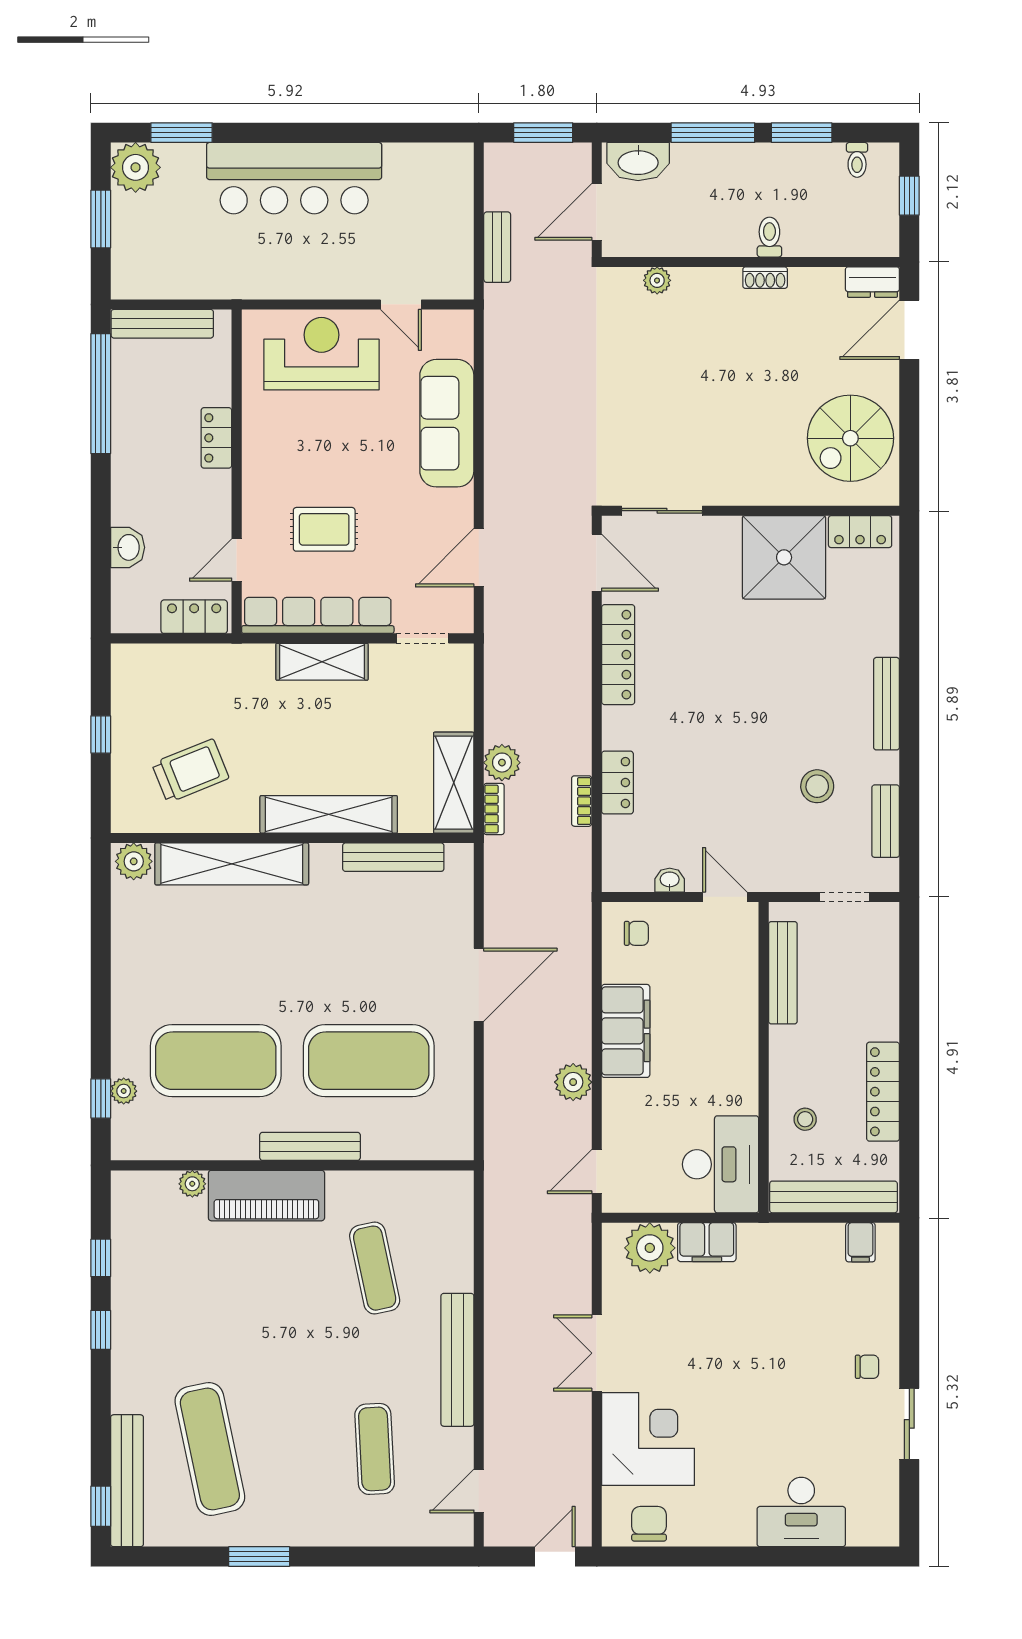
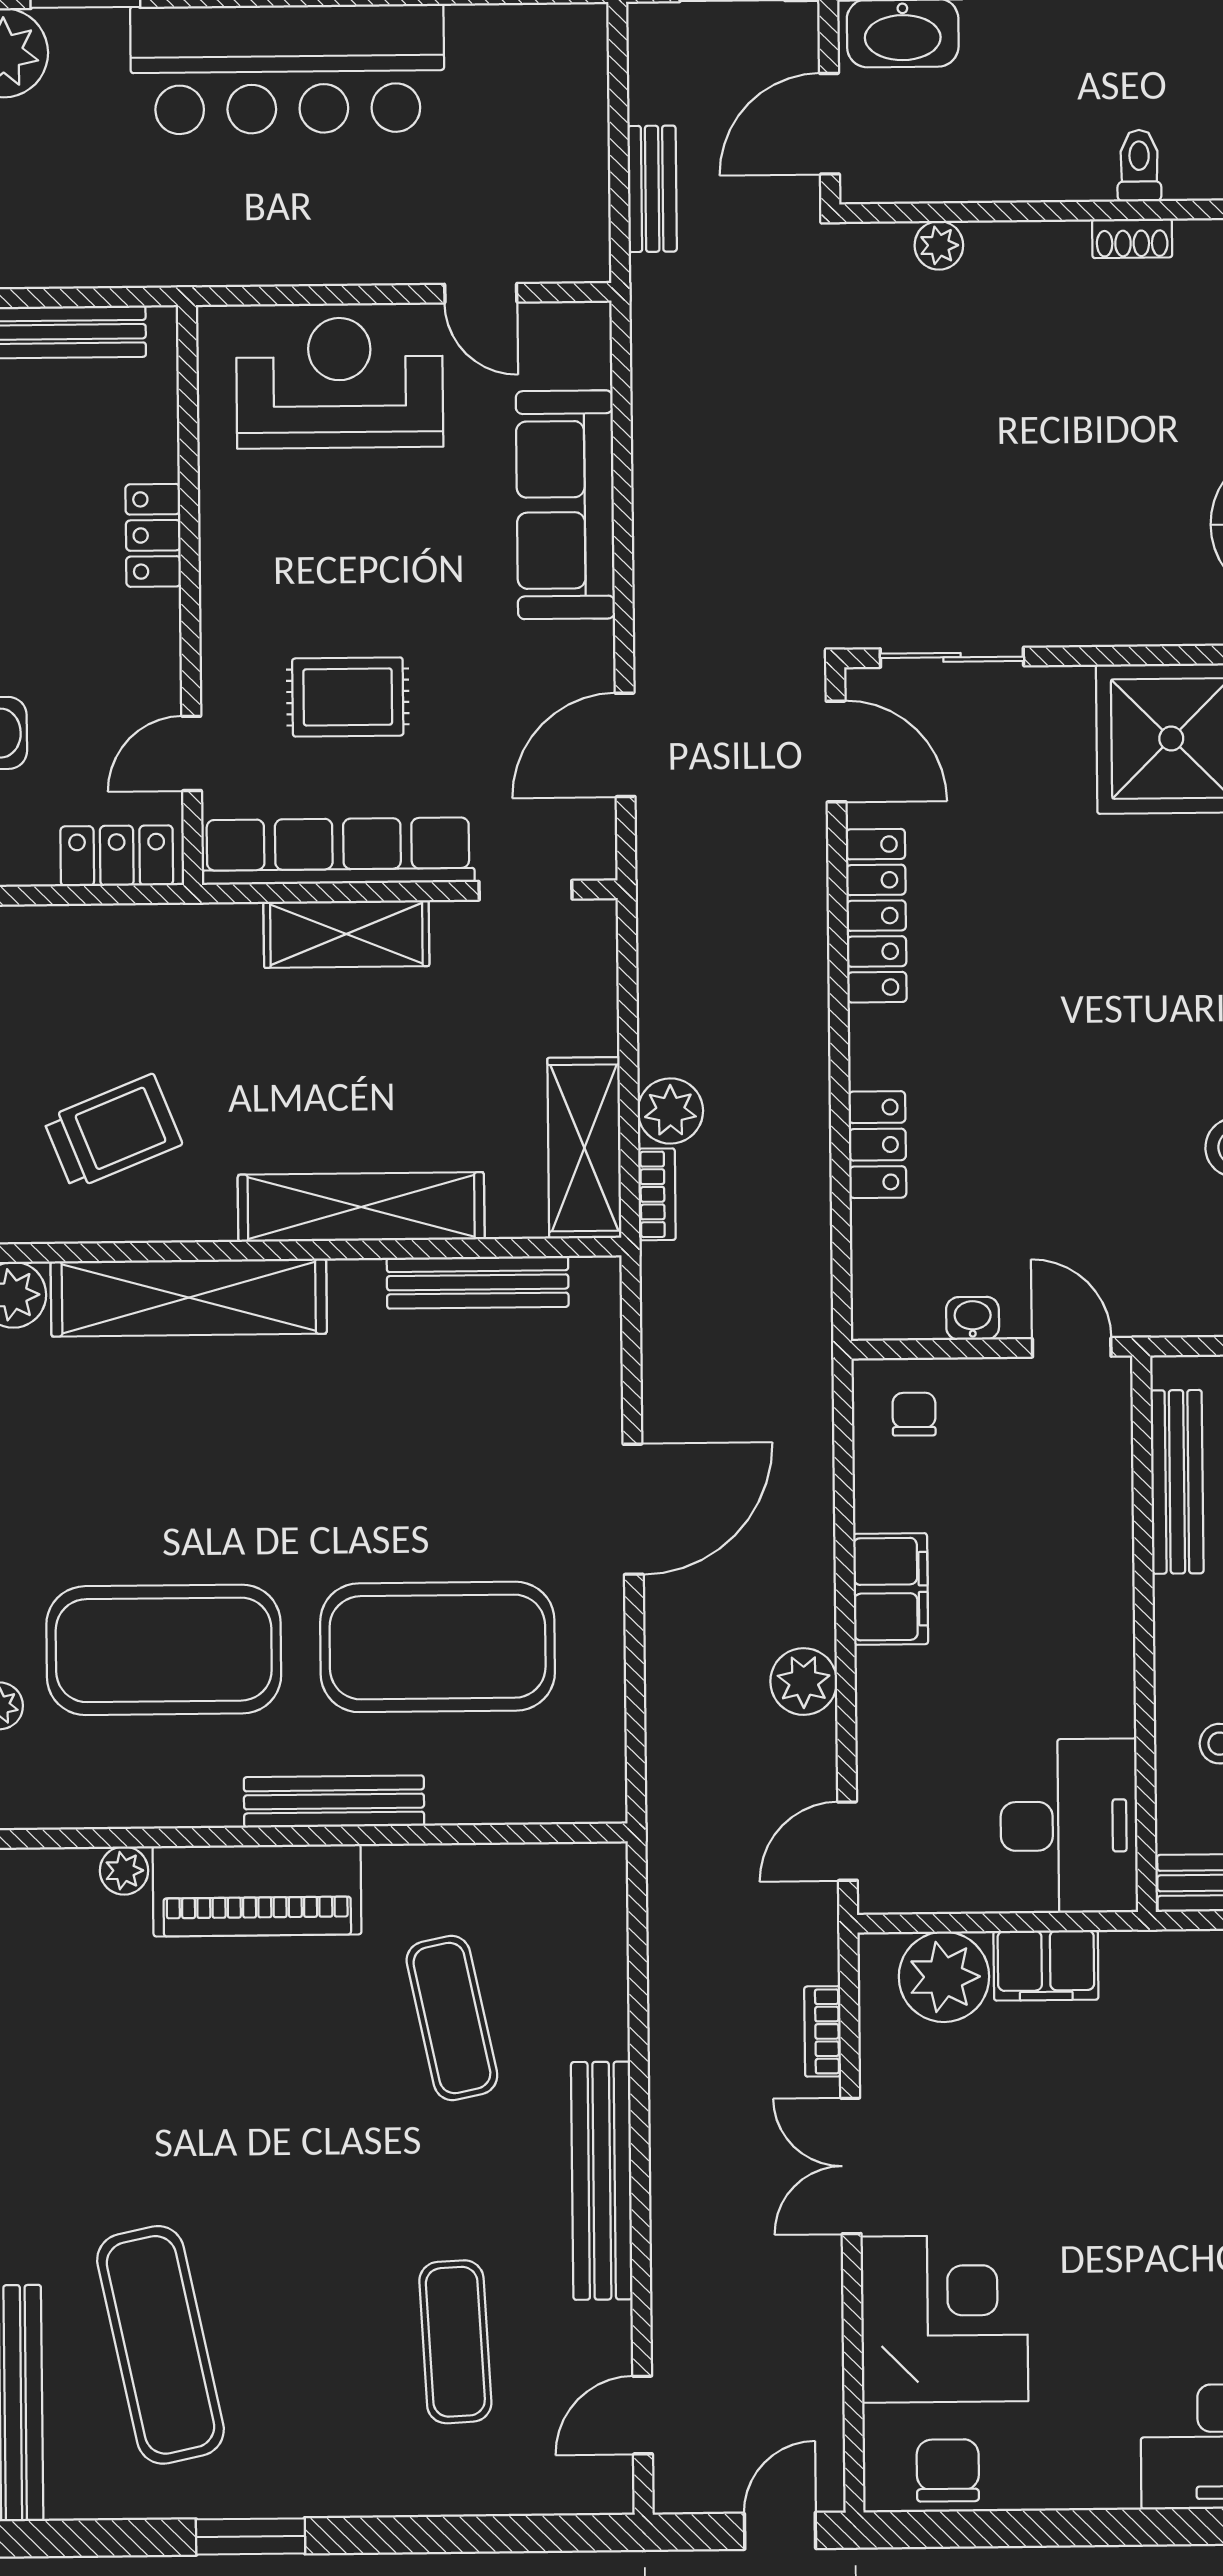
bookcase: (582, 801) -> (823, 2031), moved
chair: (636, 933) -> (914, 1414), turned -90
filing cabinet: (626, 1031) -> (891, 1589), width x0.67, depth x0.86

